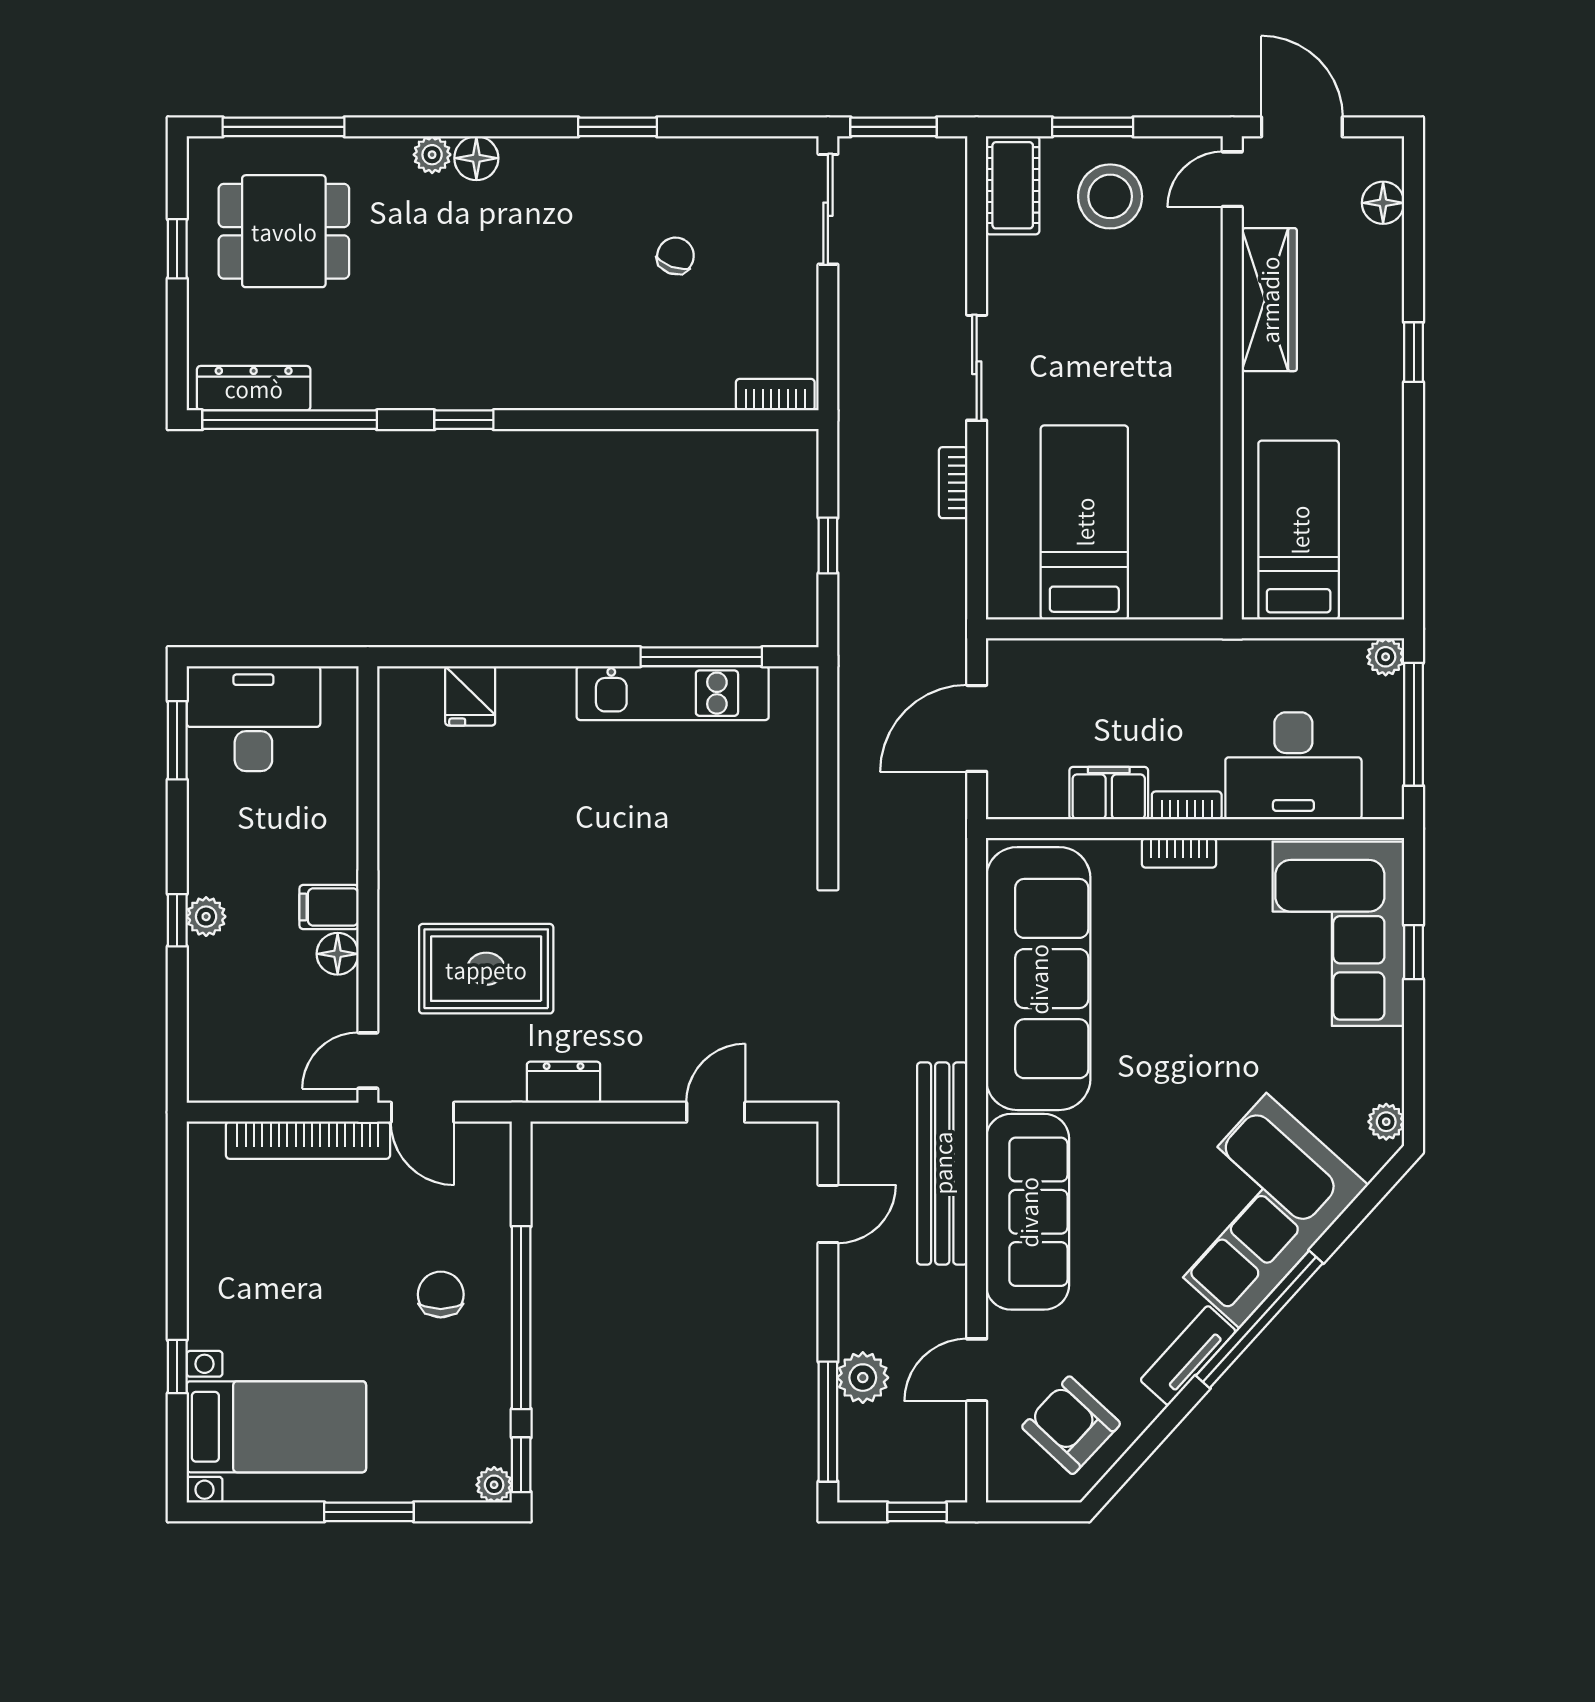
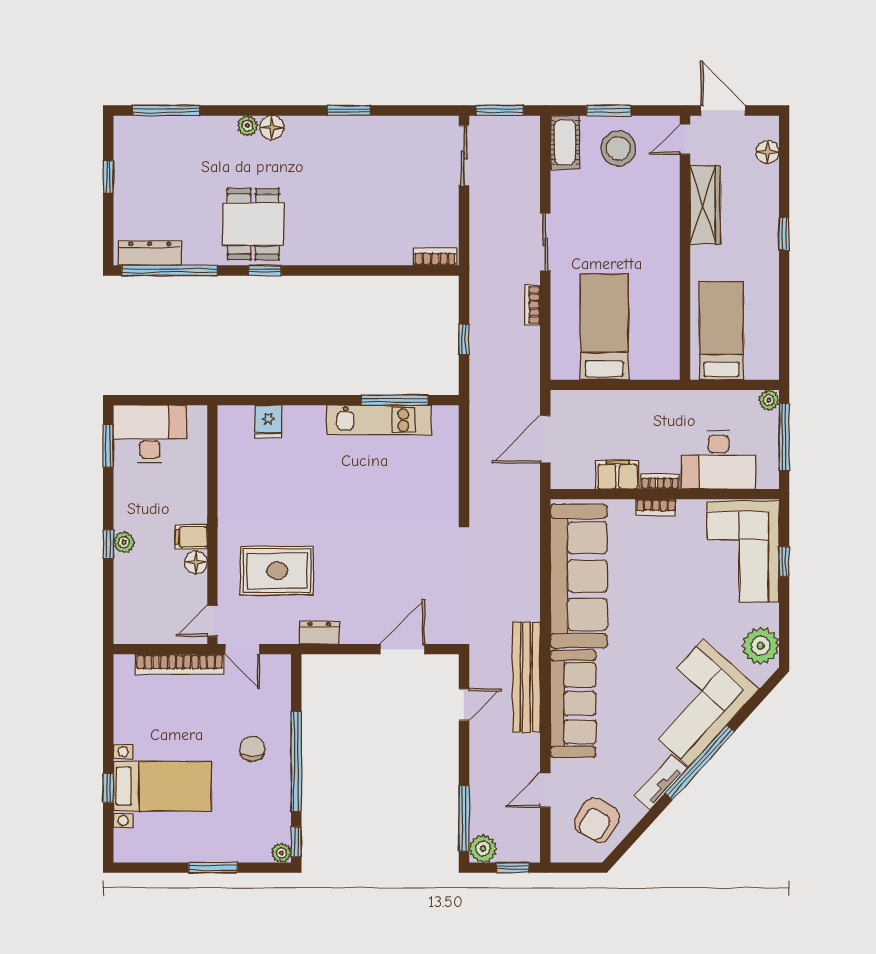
dining table: (284, 231) -> (253, 224), moved, turned 90
chair: (675, 256) -> (381, 181), removed
door: (716, 1112) -> (403, 649), width x1.38
plant: (1386, 1122) -> (761, 646), width x1.88, depth x1.88
plant: (863, 1378) -> (483, 849), moved
armchair: (1071, 1425) -> (597, 820), turned -102
bed with nightstands: (276, 1427) -> (162, 786), moved

